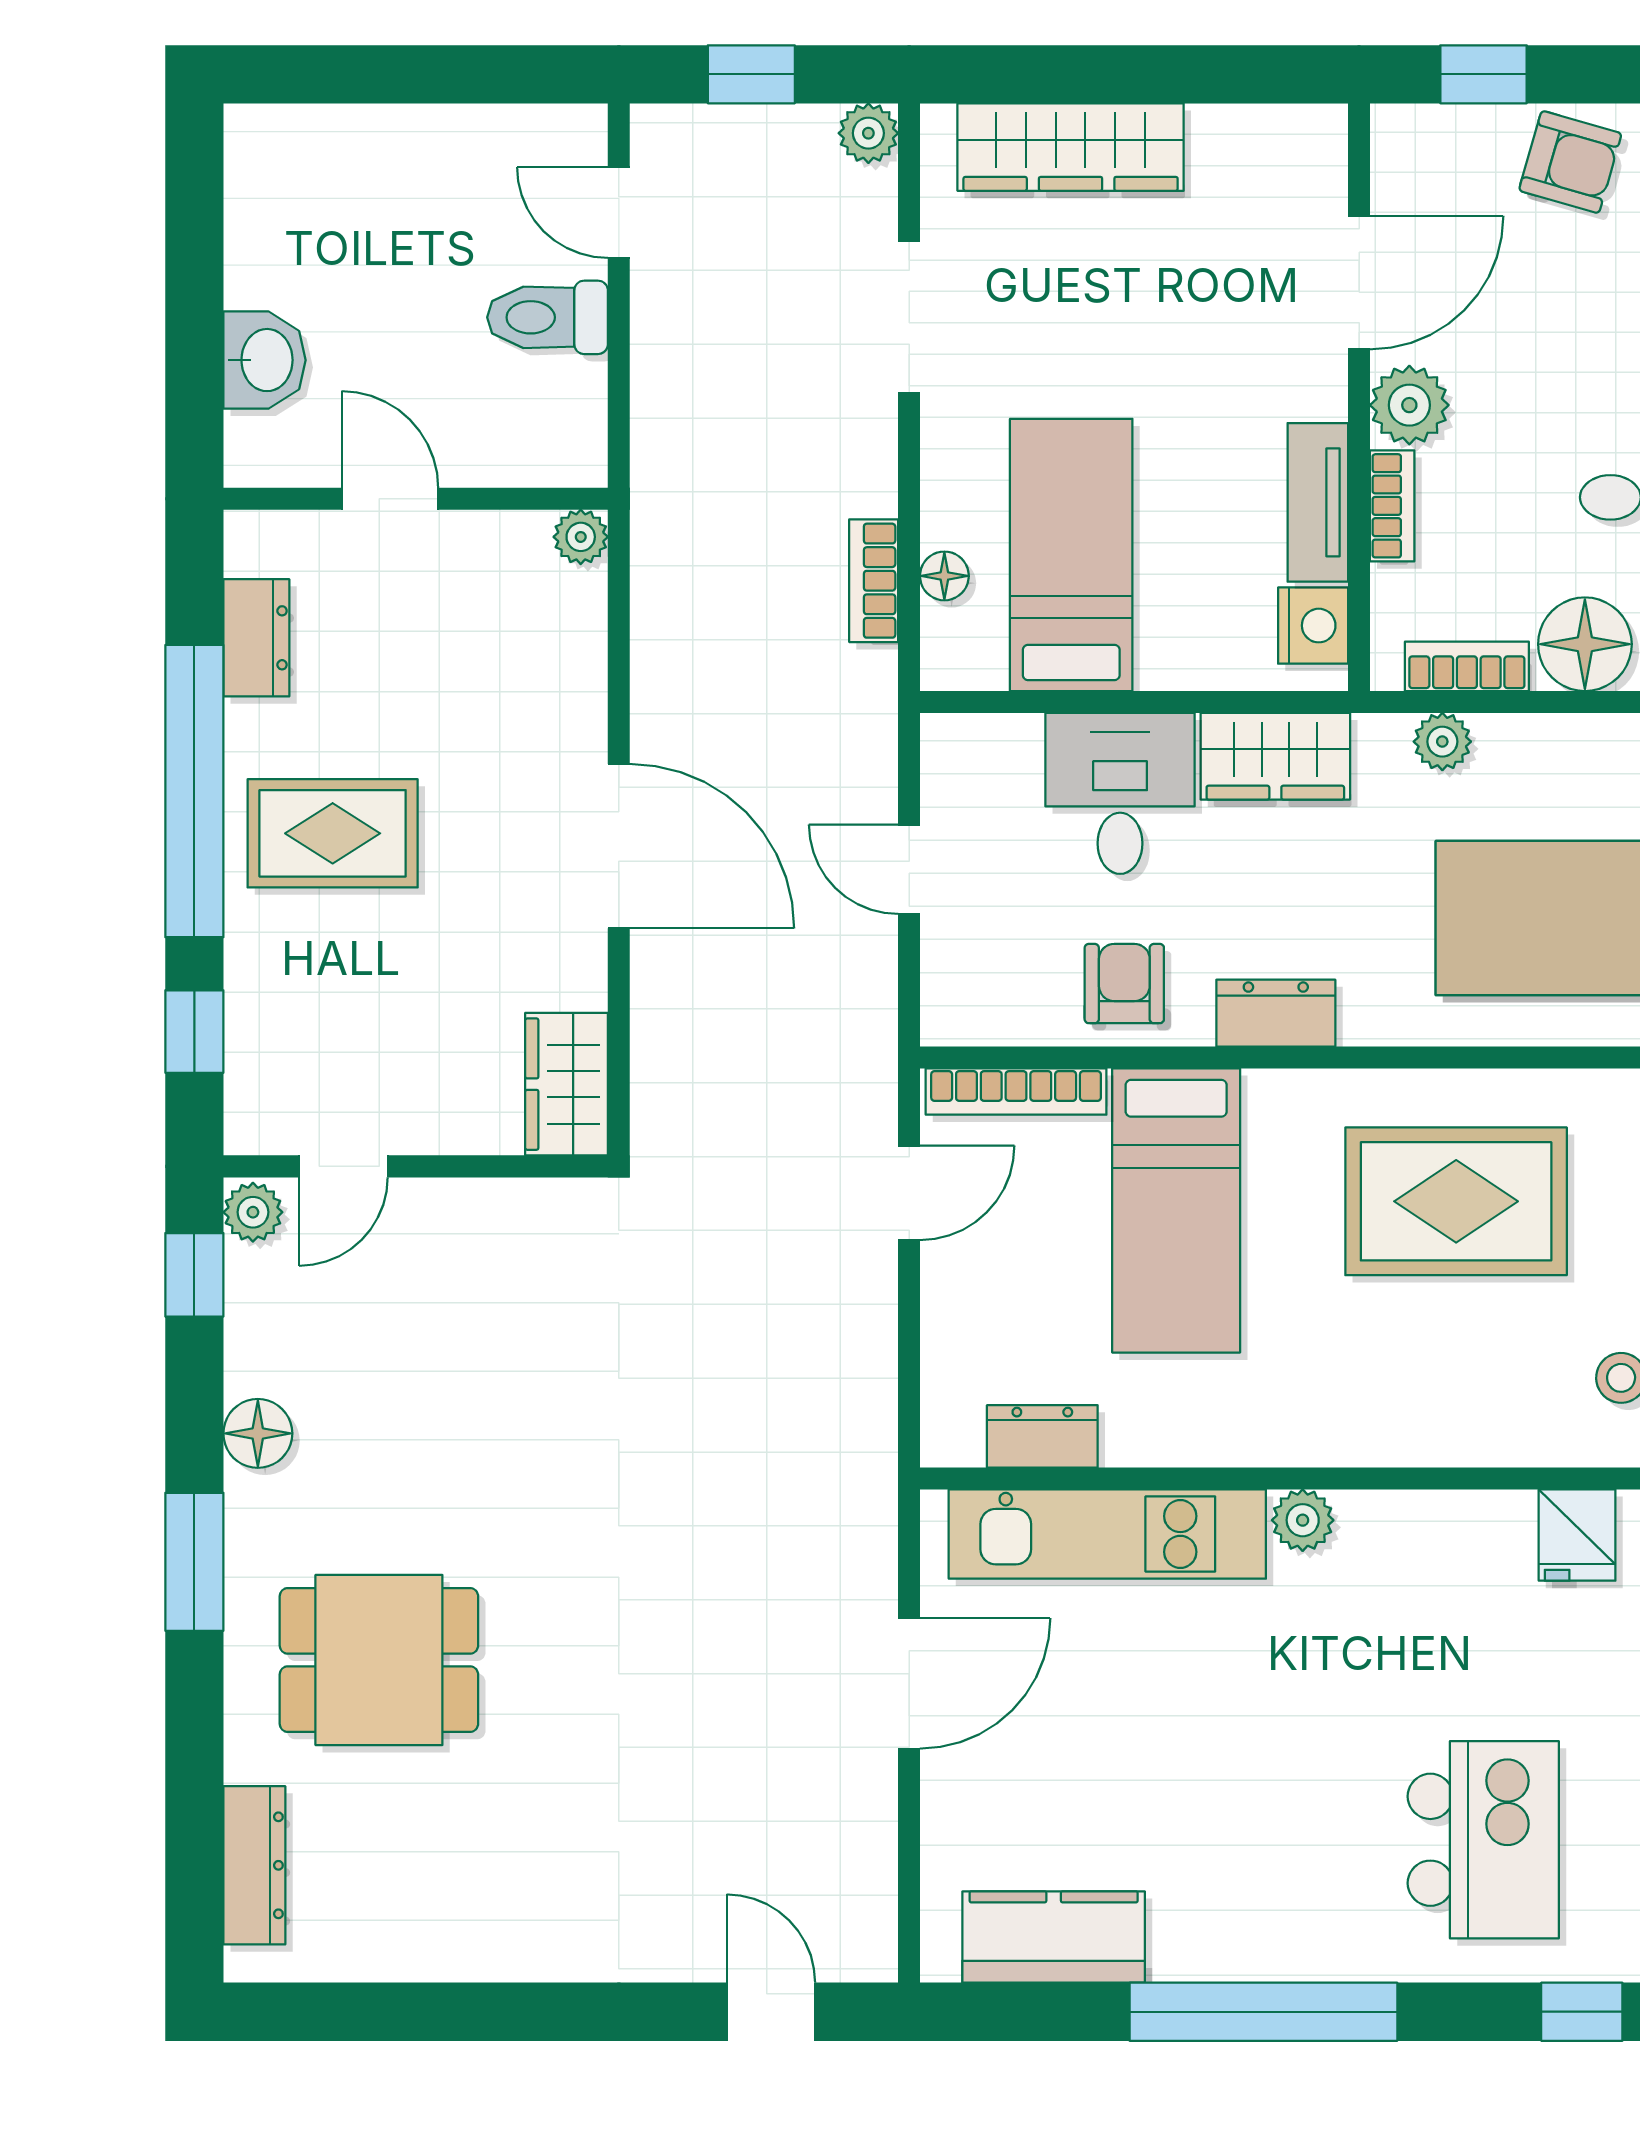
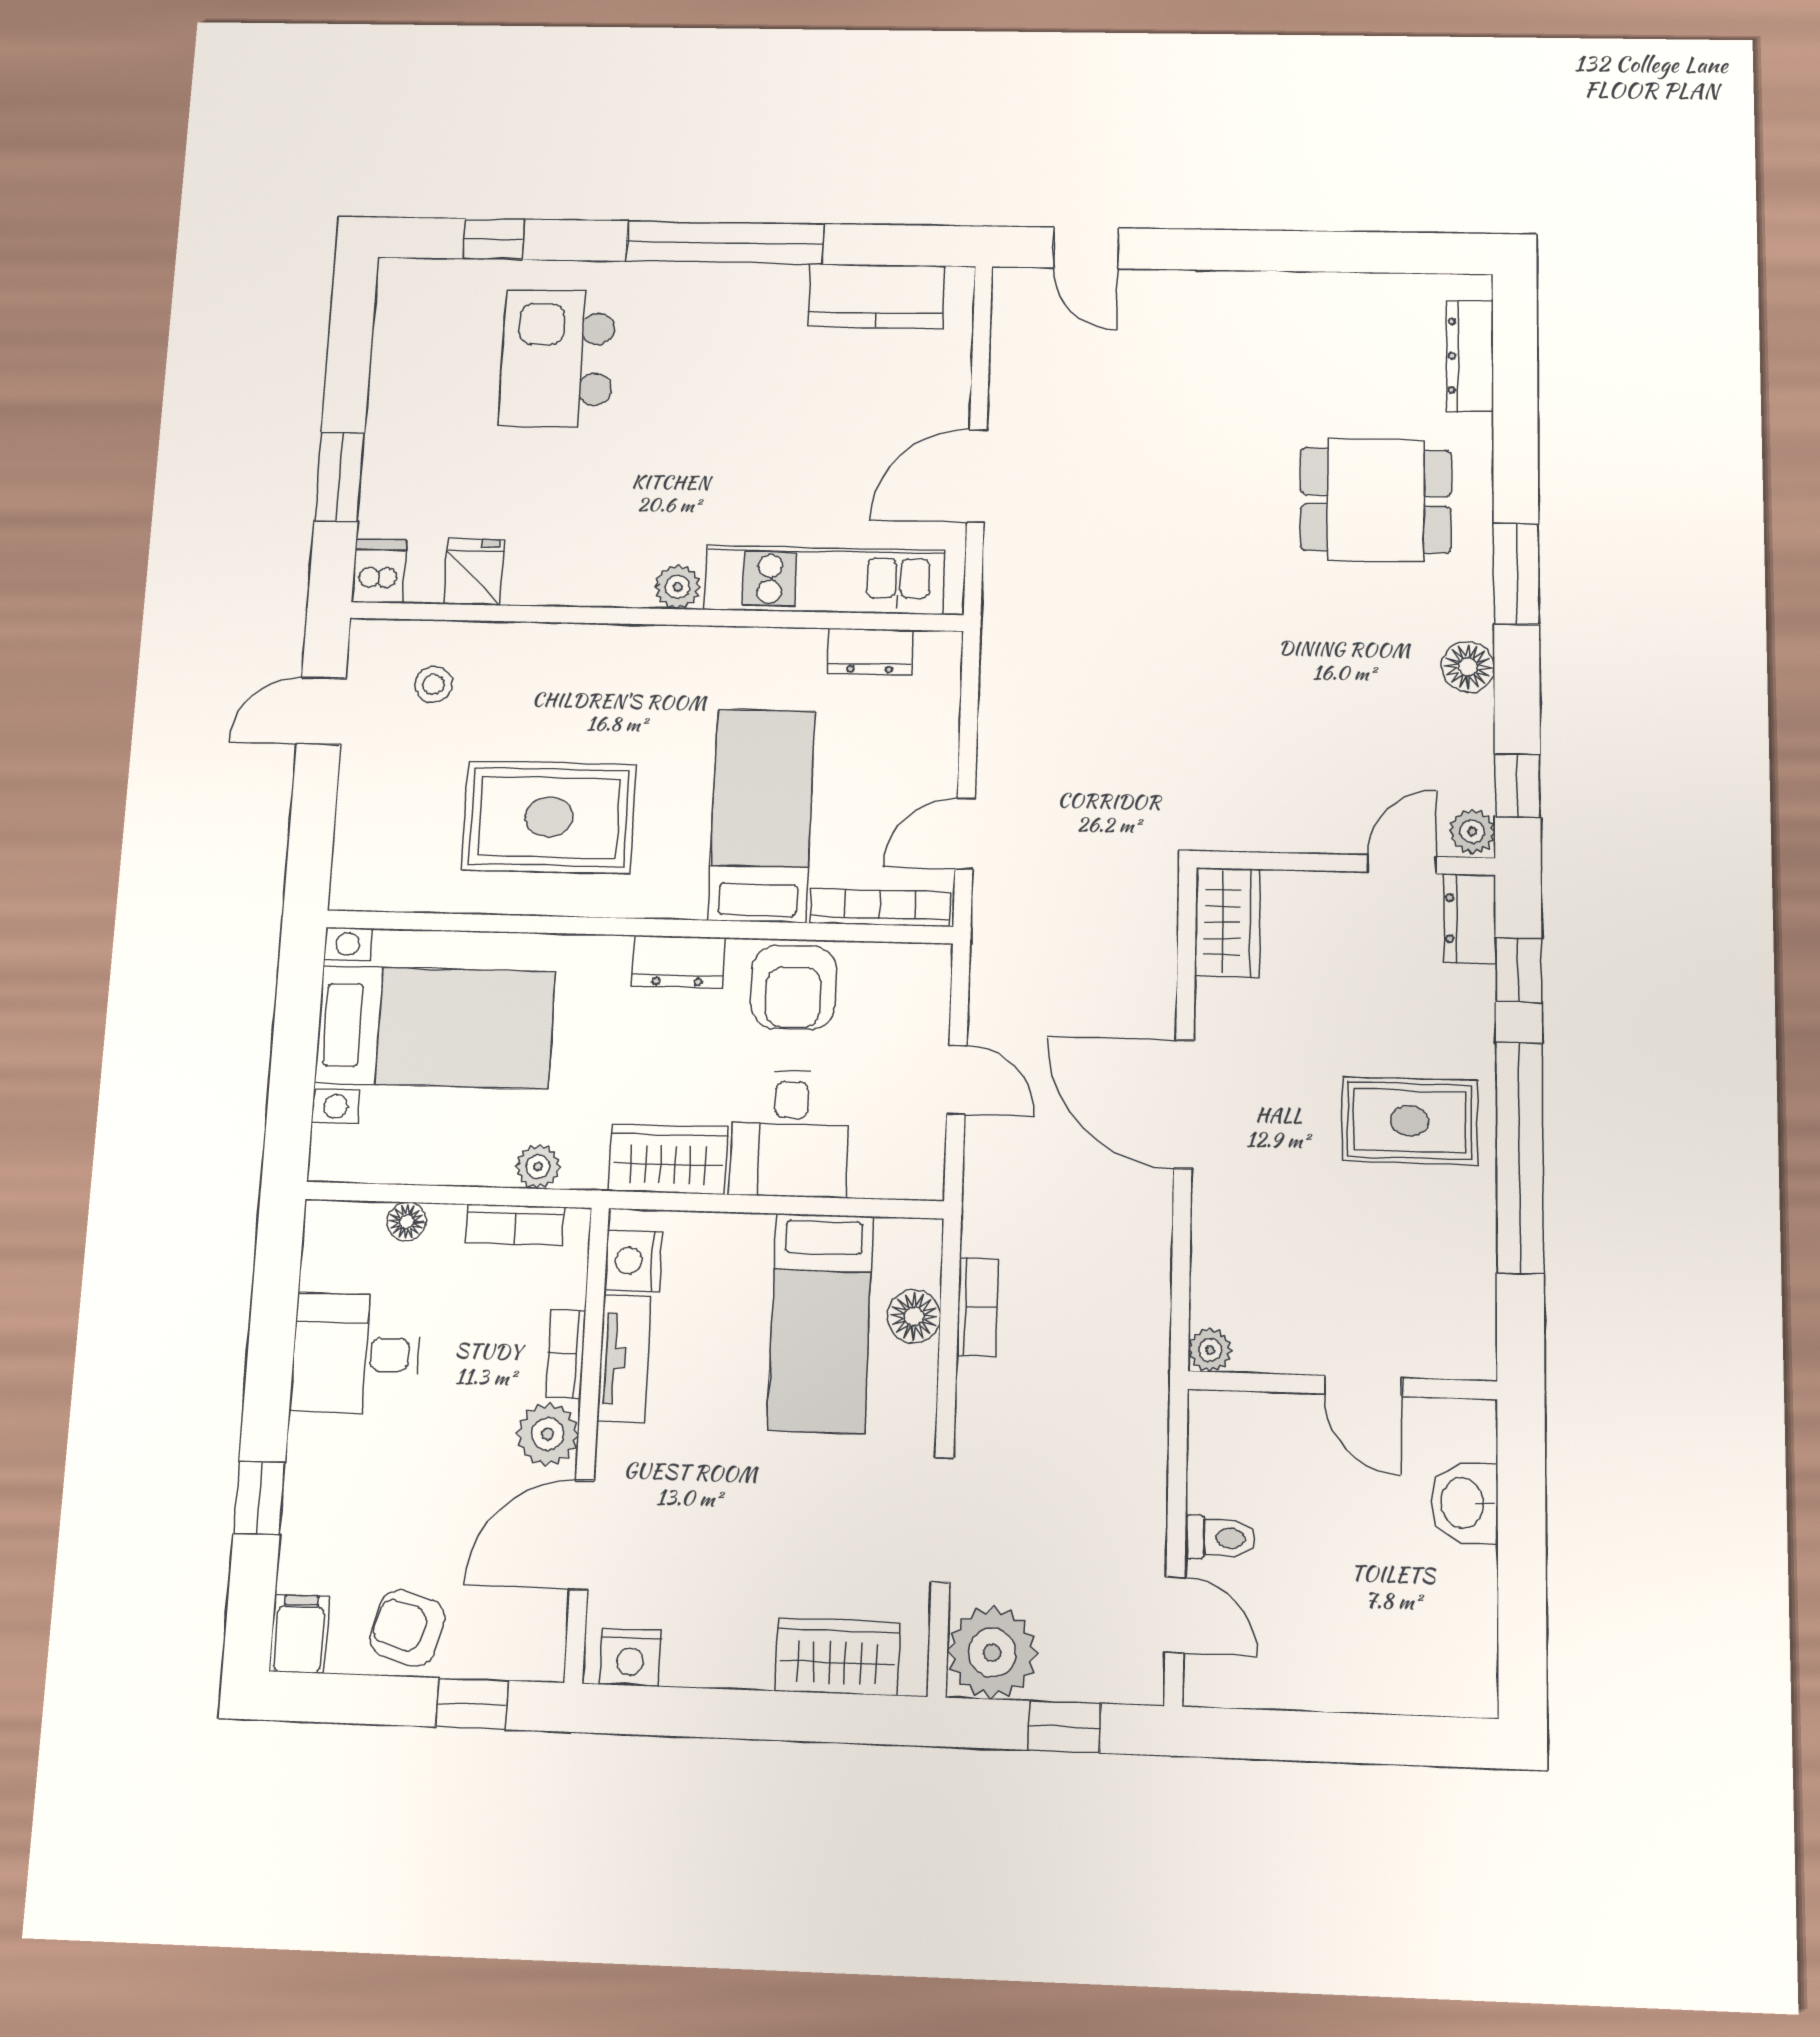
plant: (868, 133) -> (992, 1652), width x1.87, depth x1.87
nightstand: (1290, 137) -> (630, 1657), added
wardrobe: (1071, 147) -> (838, 1657), width x0.67
toilet: (548, 317) -> (1220, 1538), width x0.73, depth x0.72
floor lamp: (944, 576) -> (914, 1316), width x1.37, depth x1.37
dresser: (256, 638) -> (1470, 919), moved
floor lamp: (1585, 644) -> (407, 1221), width x0.53, depth x0.53
armchair: (1124, 984) -> (793, 987), width x1.38, depth x1.38

